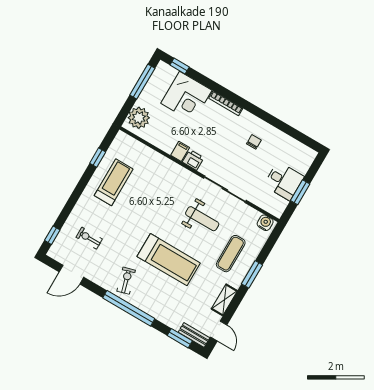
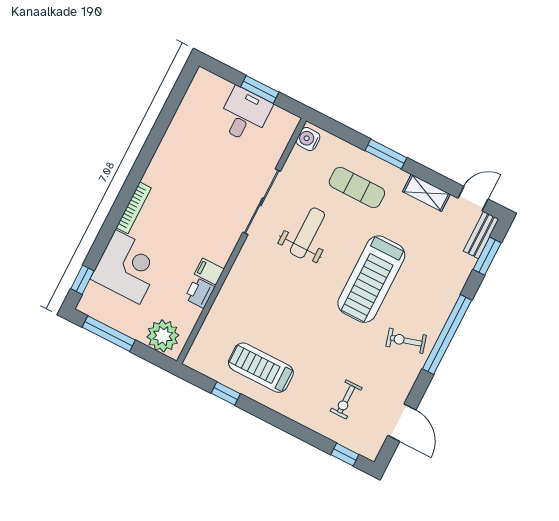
chair: (254, 142) -> (189, 163), removed
printer: (193, 160) -> (200, 293), moved
treadmill: (169, 260) -> (371, 279), turned 180

